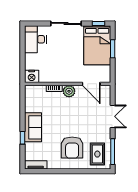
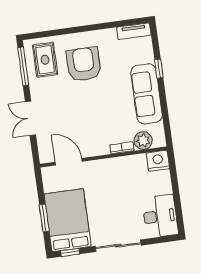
plant: (69, 91) -> (143, 141), moved
sofa: (33, 127) -> (147, 94), width x1.36

